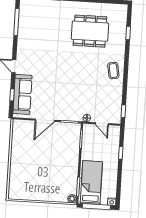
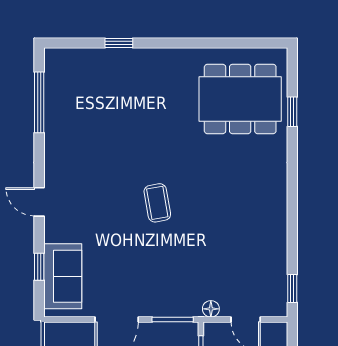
dining table: (90, 31) -> (240, 99), moved
coffee table: (113, 71) -> (157, 203), moved
sofa: (22, 94) -> (63, 276), width x0.73

